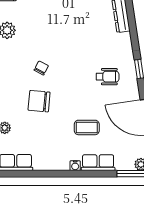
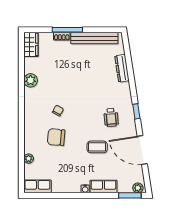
wheelchair: (108, 77) -> (111, 117), turned 85
coffee table: (87, 127) -> (97, 147), moved

